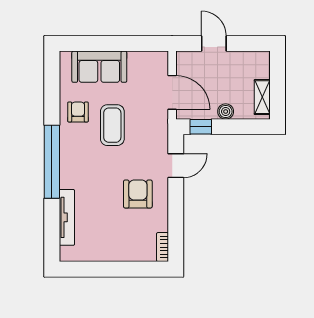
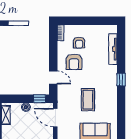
armchair: (78, 112) -> (79, 43), moved
window: (52, 162) -> (121, 80), width x0.32
door: (176, 166) -> (53, 77), swing flipped

